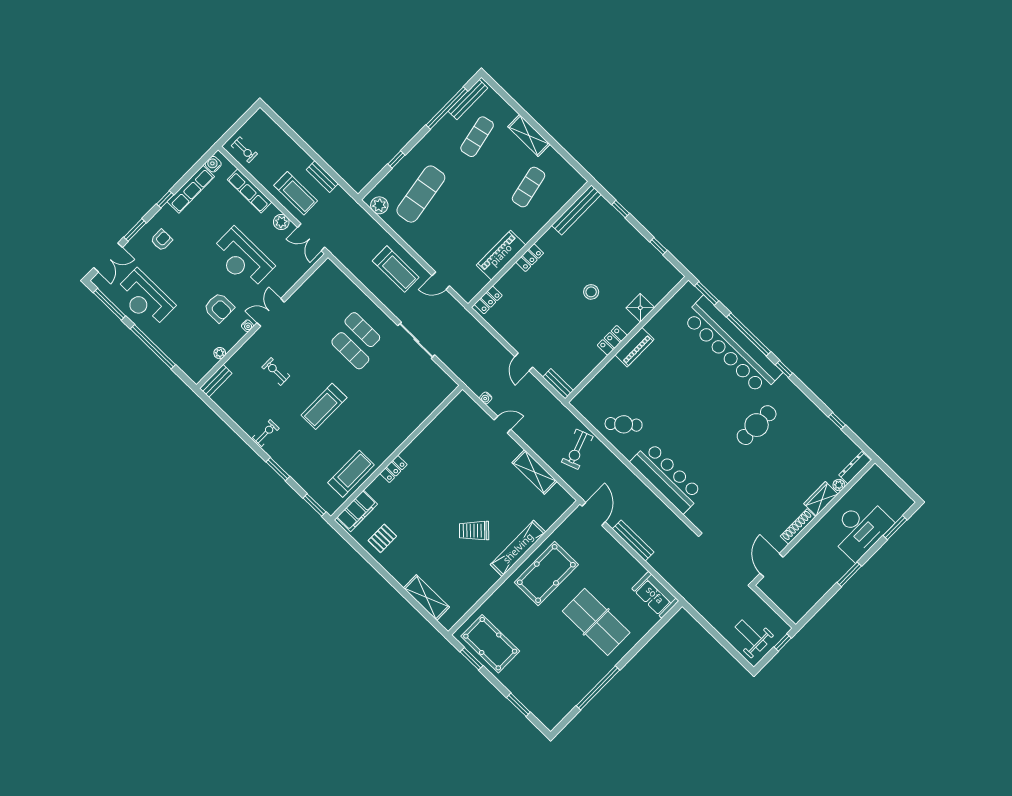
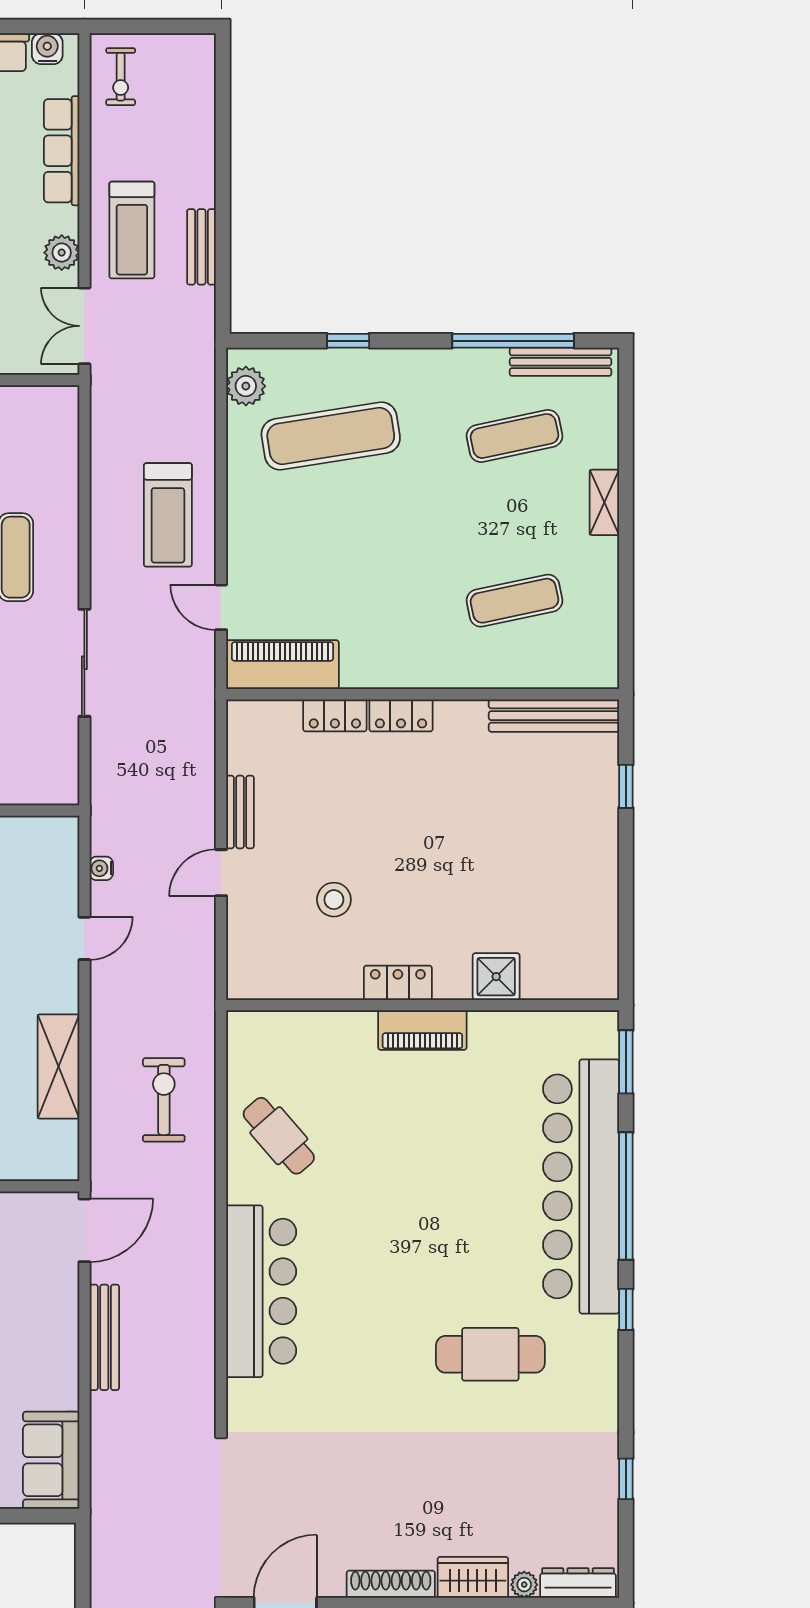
shelving: (529, 135) -> (604, 502), width x0.67, depth x0.75
window: (658, 246) -> (626, 907), removed
piano: (501, 255) -> (282, 665), moved
stool: (591, 292) -> (334, 900), moved
locker: (488, 300) -> (335, 715), moved
bench: (558, 384) -> (240, 812), moved
door: (502, 425) -> (84, 938), hinge flipped
exercise bike: (577, 449) -> (164, 1100), turned 110

